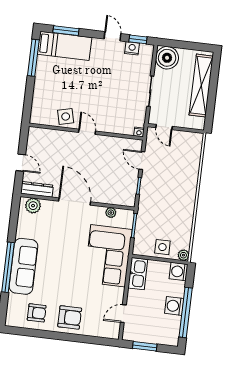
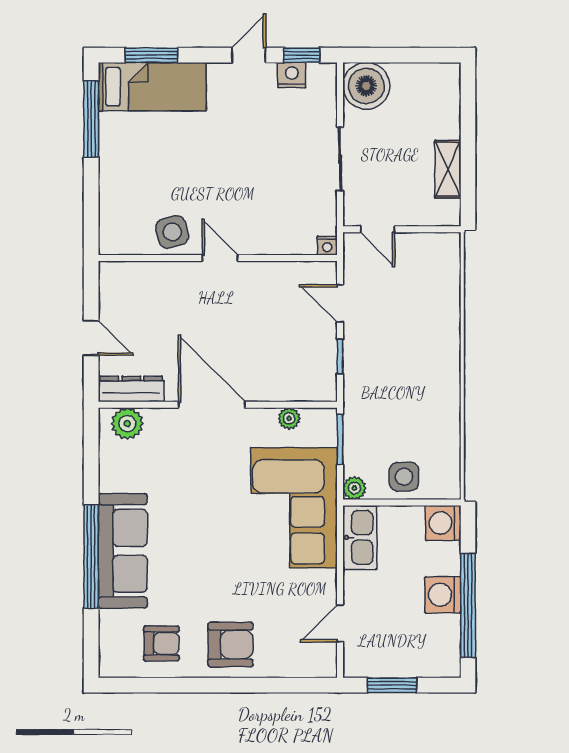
door: (113, 36) -> (249, 55), hinge flipped
shelving: (201, 86) -> (448, 169), width x0.45, depth x0.75
plant: (183, 255) -> (354, 488), moved

